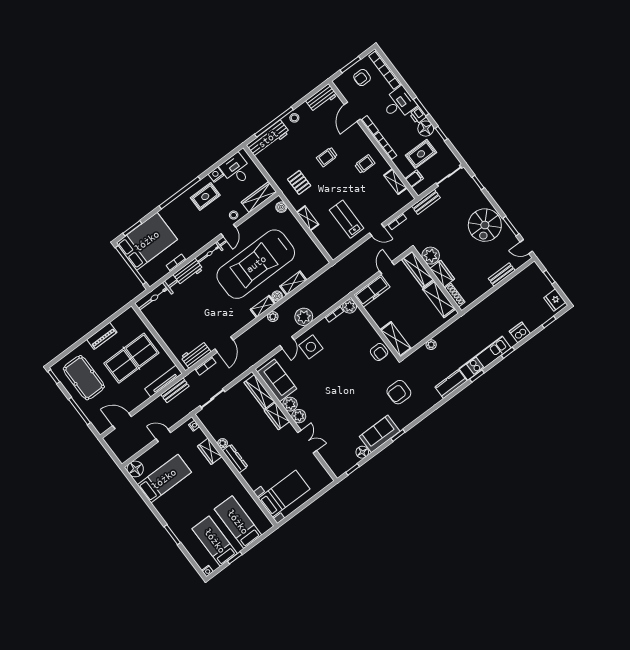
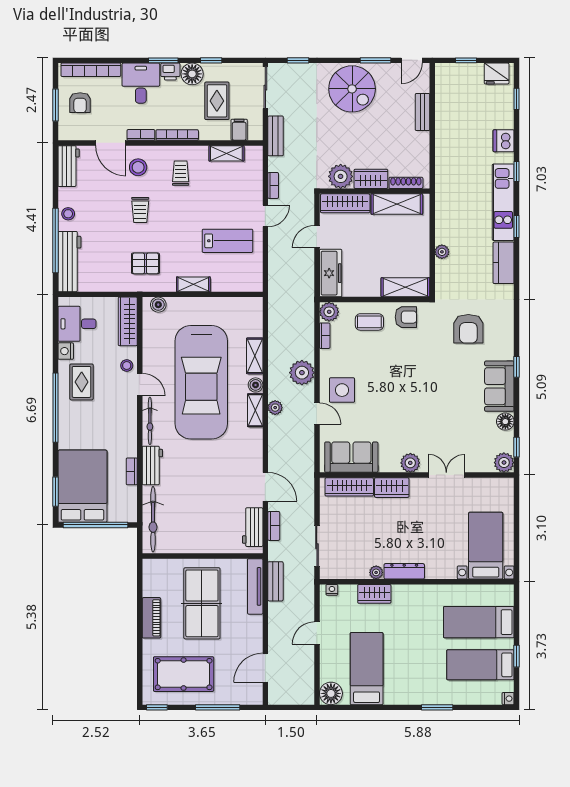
stool: (350, 138) -> (138, 167), added
lab bench: (347, 219) -> (227, 241), turned 180
door: (387, 268) -> (317, 237), hinge flipped
coffee table: (361, 333) -> (369, 322), added
plant: (290, 404) -> (504, 463), moved

